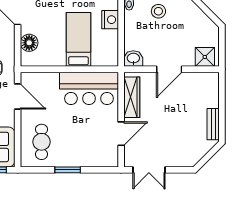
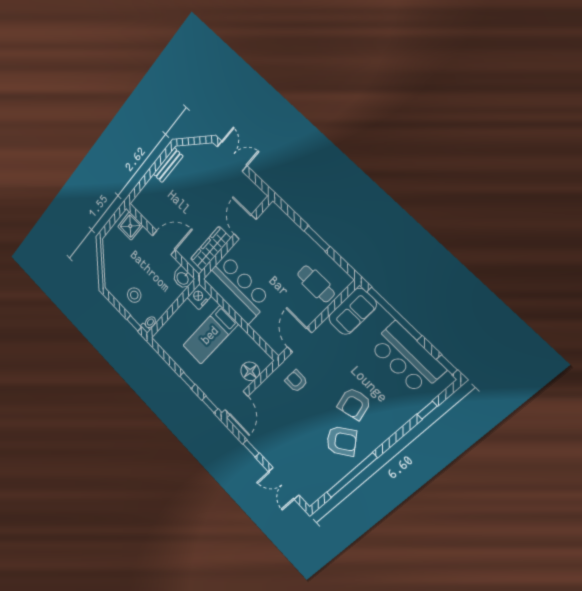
nightstand: (110, 20) -> (199, 297), moved
door: (121, 134) -> (245, 227), hinge flipped
cafe table: (42, 142) -> (316, 284), turned 90
double door: (149, 170) -> (232, 156), moved

